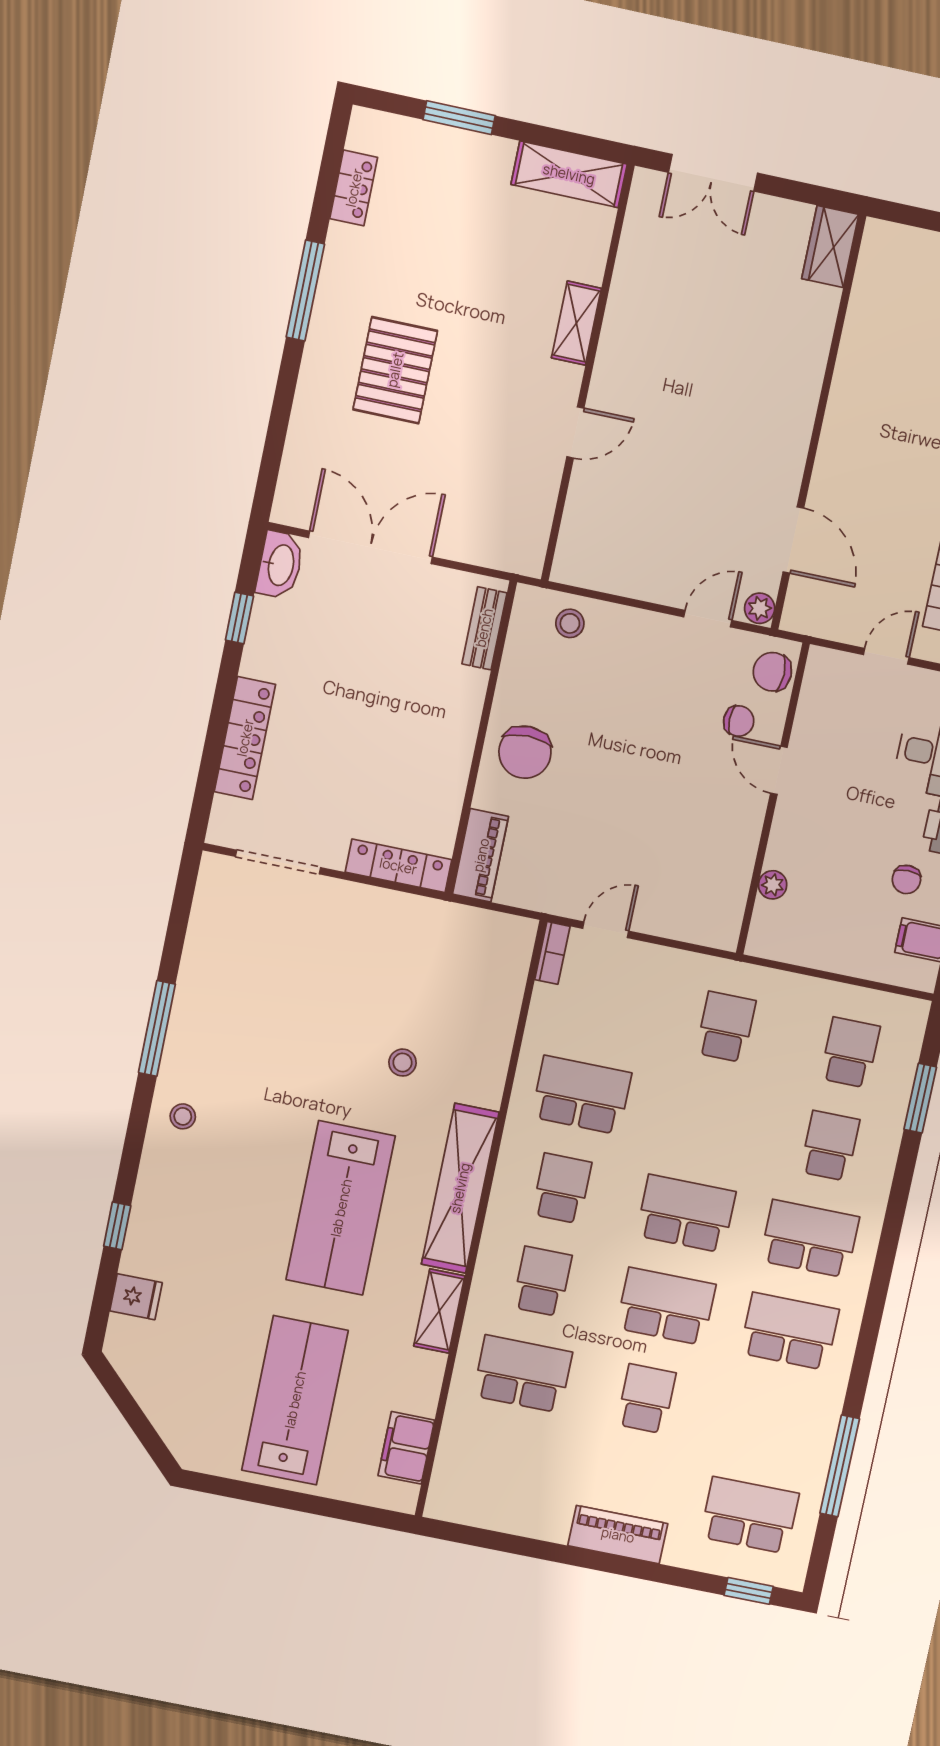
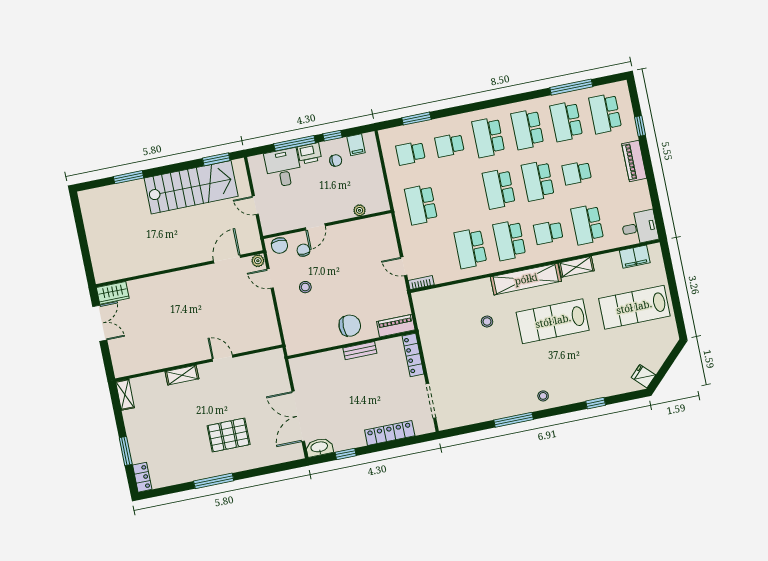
double door: (713, 173) -> (100, 323), moved
shelving: (569, 174) -> (125, 395), width x0.67, depth x0.75
locker: (354, 188) -> (142, 477), moved, turned 90
stool: (570, 623) -> (305, 287), moved
bench: (484, 628) -> (360, 351), moved
school desk: (726, 1027) -> (421, 205), width x1.85
school desk: (562, 1188) -> (509, 240), width x1.85
lab bench: (341, 1208) -> (553, 321), turned 180
fridge: (136, 1297) -> (643, 376), moved, turned -45
school desk: (769, 1423) -> (566, 121), added
desk: (467, 1485) -> (640, 227), added
window: (749, 1591) -> (640, 126), moved

